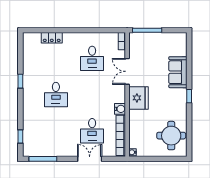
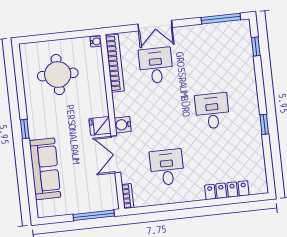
locker: (52, 38) -> (227, 190), width x1.53
double door: (127, 71) -> (116, 154), swing flipped
sofa: (178, 72) -> (45, 169), width x1.36
fridge: (138, 98) -> (100, 126), width x0.53, depth x0.75
water cooler: (120, 109) -> (123, 125), moved
round table: (171, 136) -> (58, 75), moved

